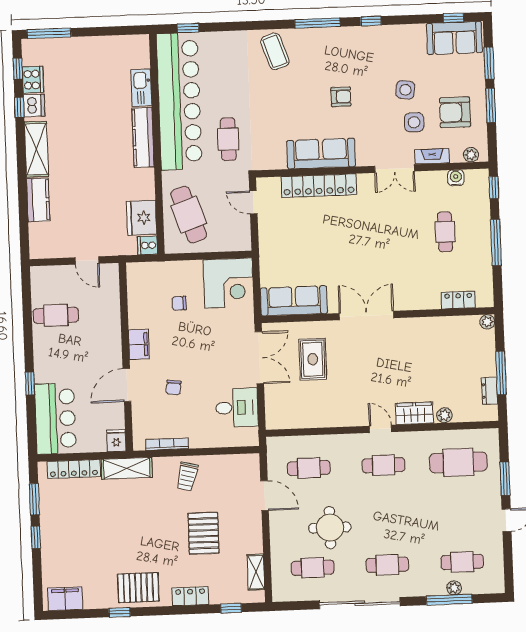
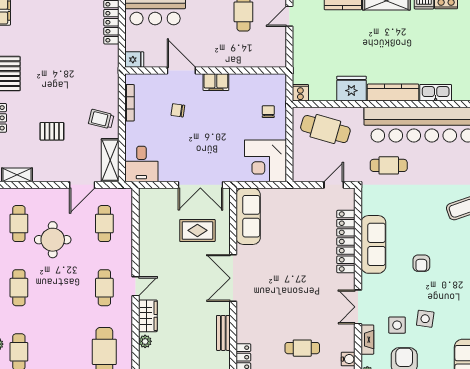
cafe table: (189, 215) -> (325, 129), turned 35
fridge: (142, 218) -> (351, 89), moved
door: (87, 260) -> (289, 16), moved
chair: (179, 303) -> (268, 112), moved
double door: (366, 316) -> (233, 278), swing flipped
bench: (431, 325) -> (223, 333), added
desk: (237, 408) -> (141, 164), moved
shelving: (127, 468) -> (110, 160), moved
pallet: (204, 533) -> (52, 131), width x0.67, depth x0.71

